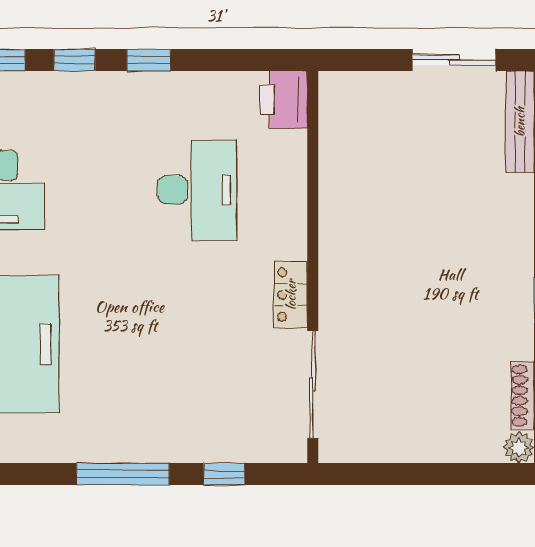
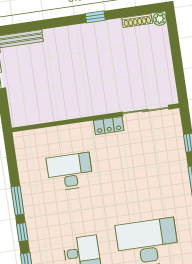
window: (149, 60) -> (18, 200), width x1.50
printer: (284, 100) -> (26, 141), removed

